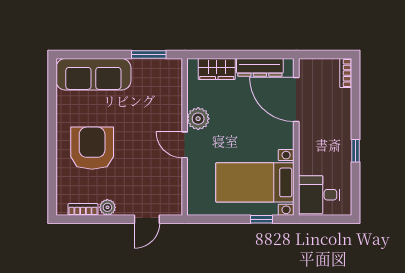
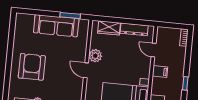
sofa: (93, 74) -> (56, 26), moved
door: (296, 100) -> (154, 50), width x0.53
filing cabinet: (311, 135) -> (160, 71), added

